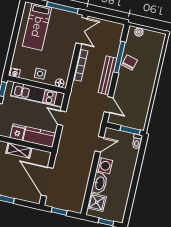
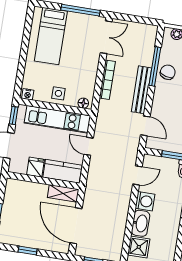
shelving: (19, 150) -> (63, 193), moved

